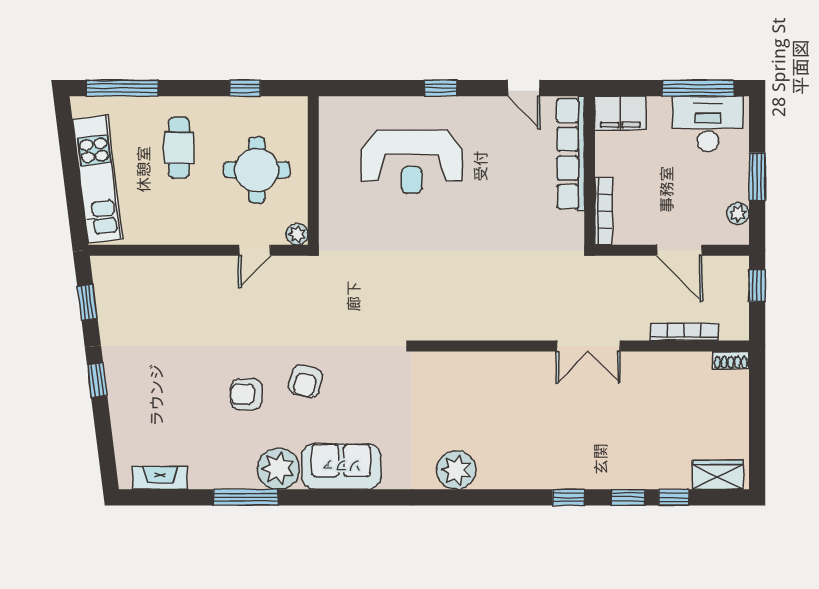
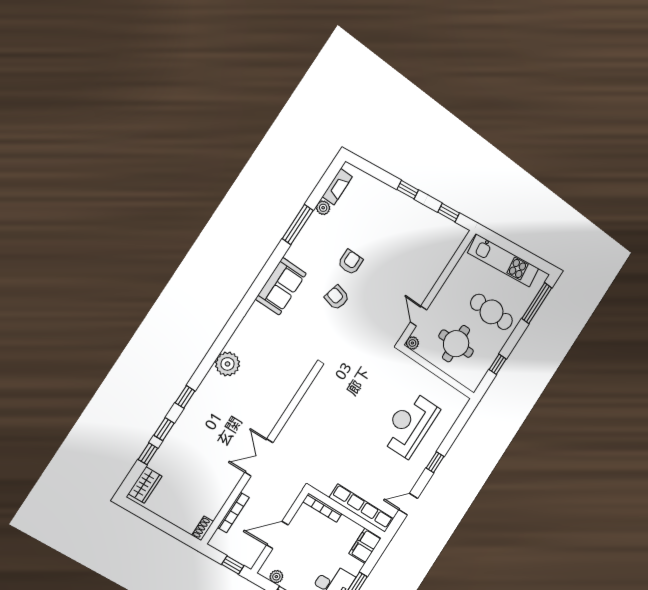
cafe table: (179, 148) -> (492, 312), width x1.37, depth x1.35
plant: (278, 469) -> (323, 208), moved, width x0.53, depth x0.53
plant: (456, 470) -> (228, 364), moved

